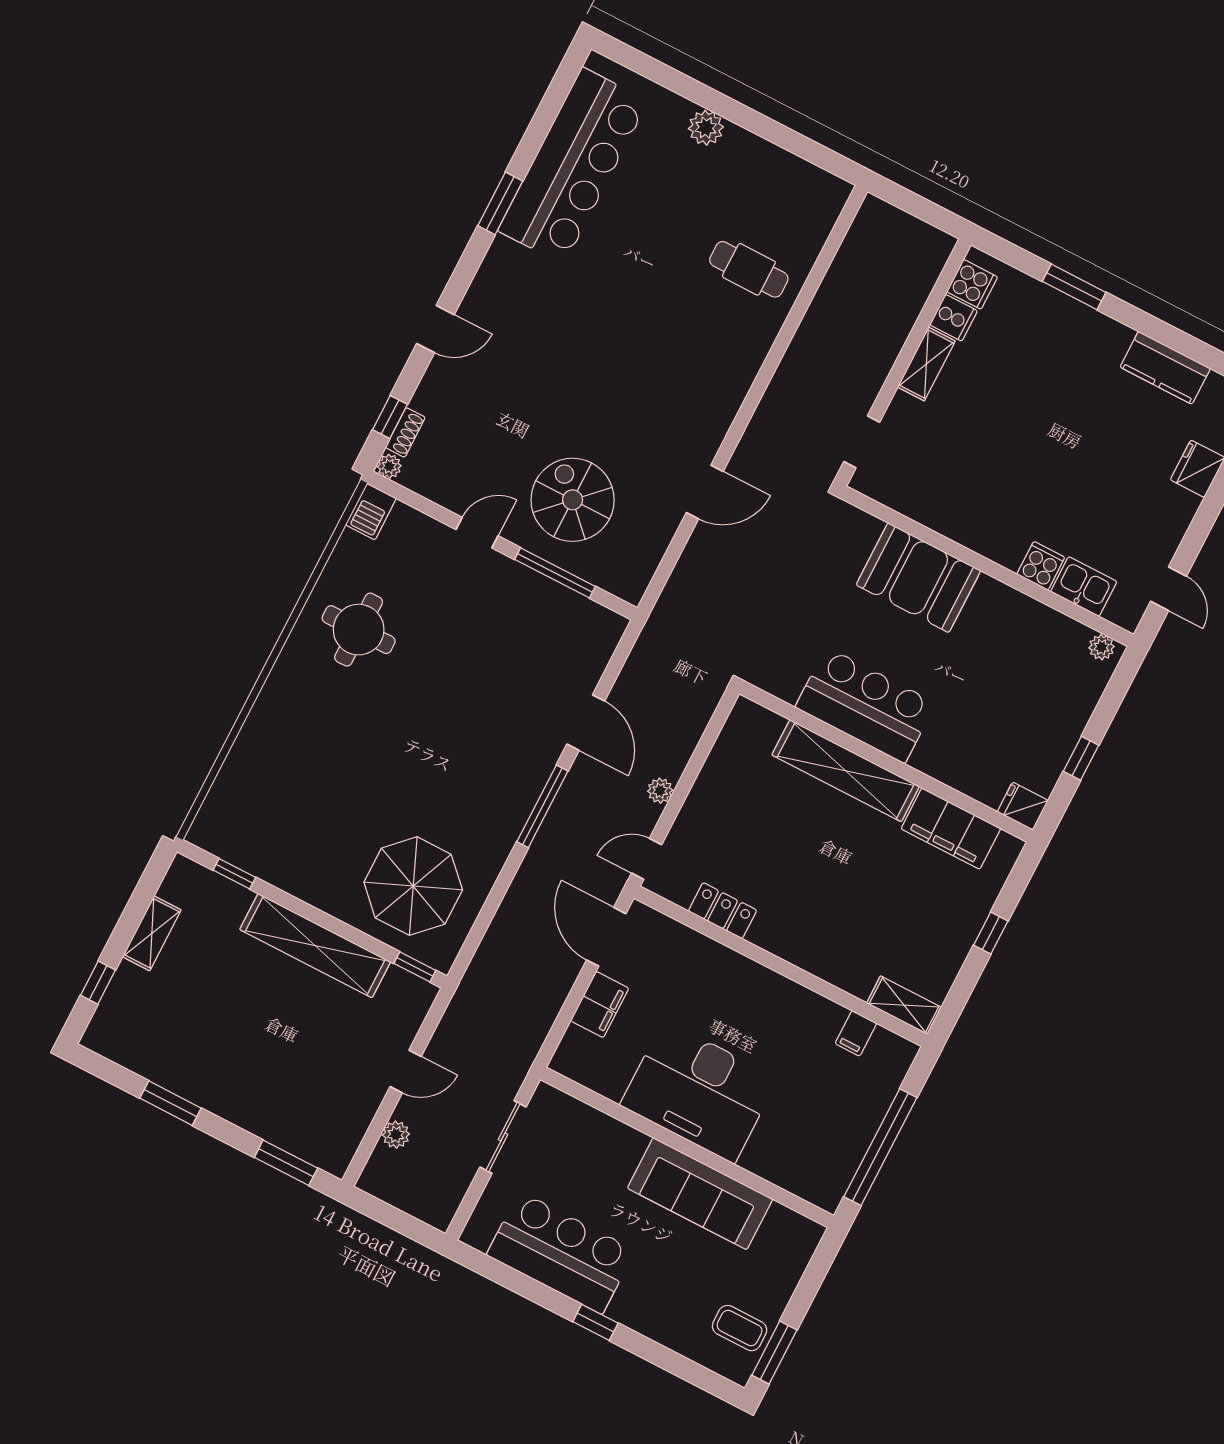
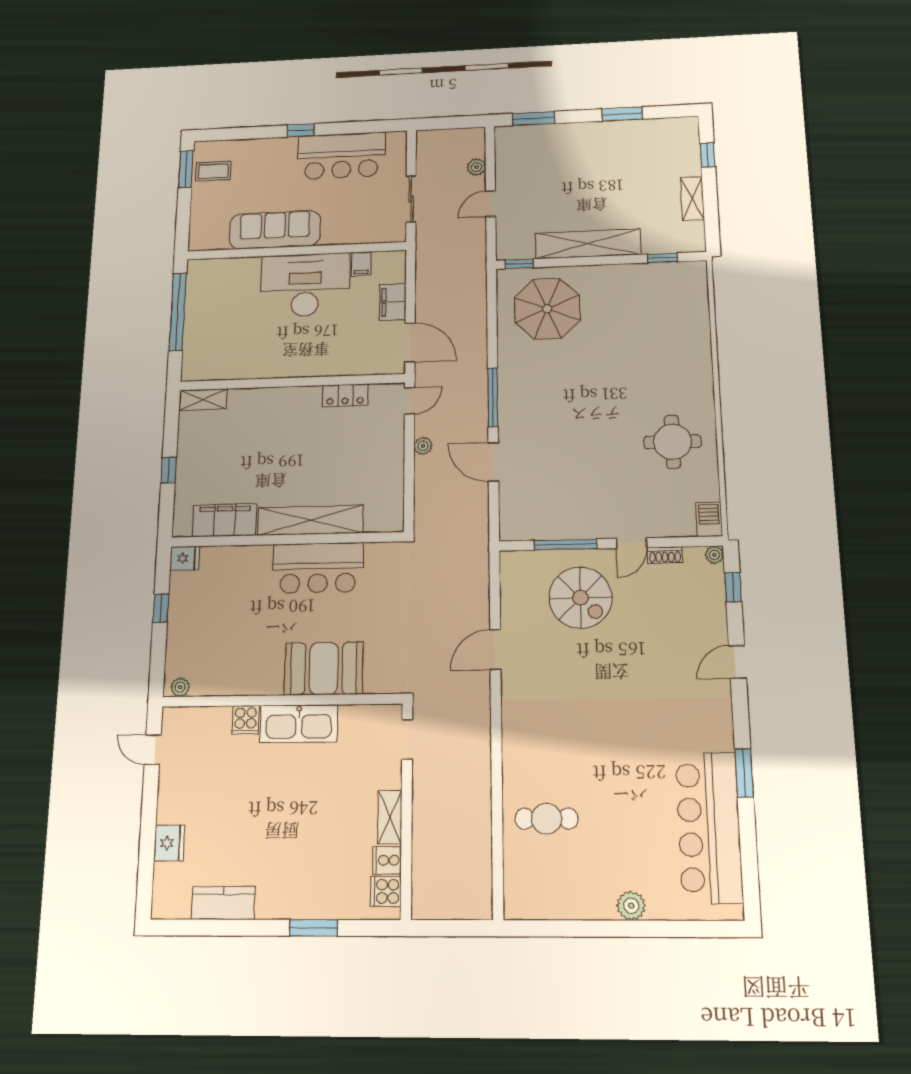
shoe rack: (405, 432) -> (665, 555), moved, turned -90
kitchen sink: (1084, 587) -> (299, 724), moved, width x1.87, depth x1.24
filing cabinet: (856, 1033) -> (361, 264), moved, turned 180

